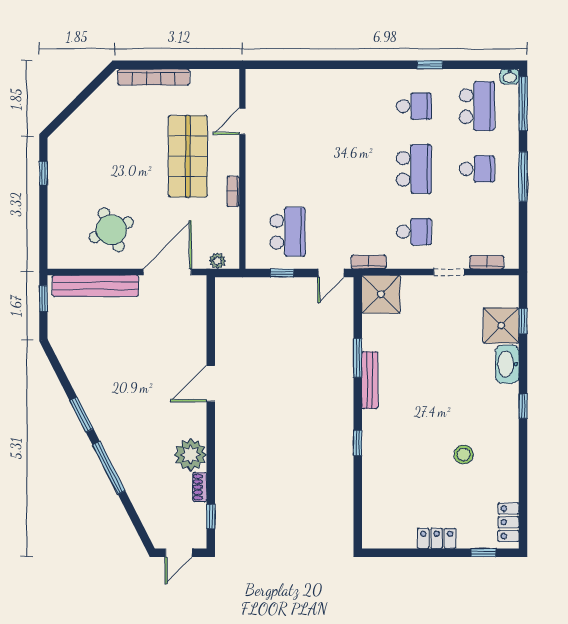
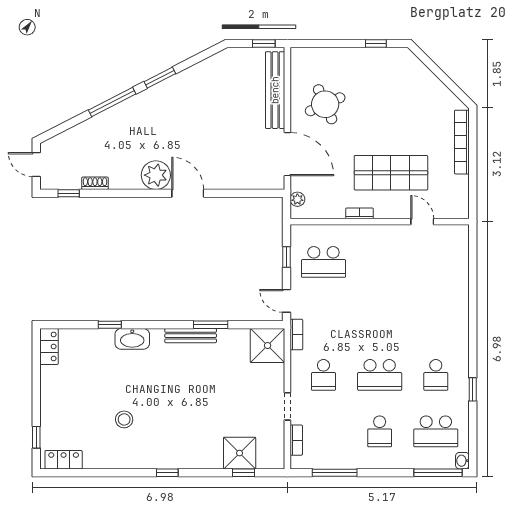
window: (523, 177) -> (335, 473), moved
washbasin: (507, 364) -> (132, 339), moved, turned 180
window: (358, 443) -> (110, 325), moved
plant: (191, 455) -> (156, 175), moved
locker: (437, 538) -> (49, 346), moved

